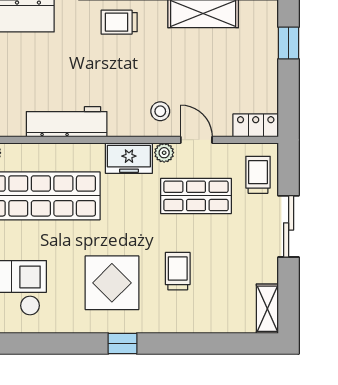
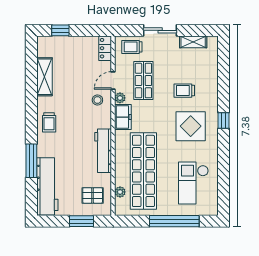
shelving: (267, 309) -> (193, 42), moved

